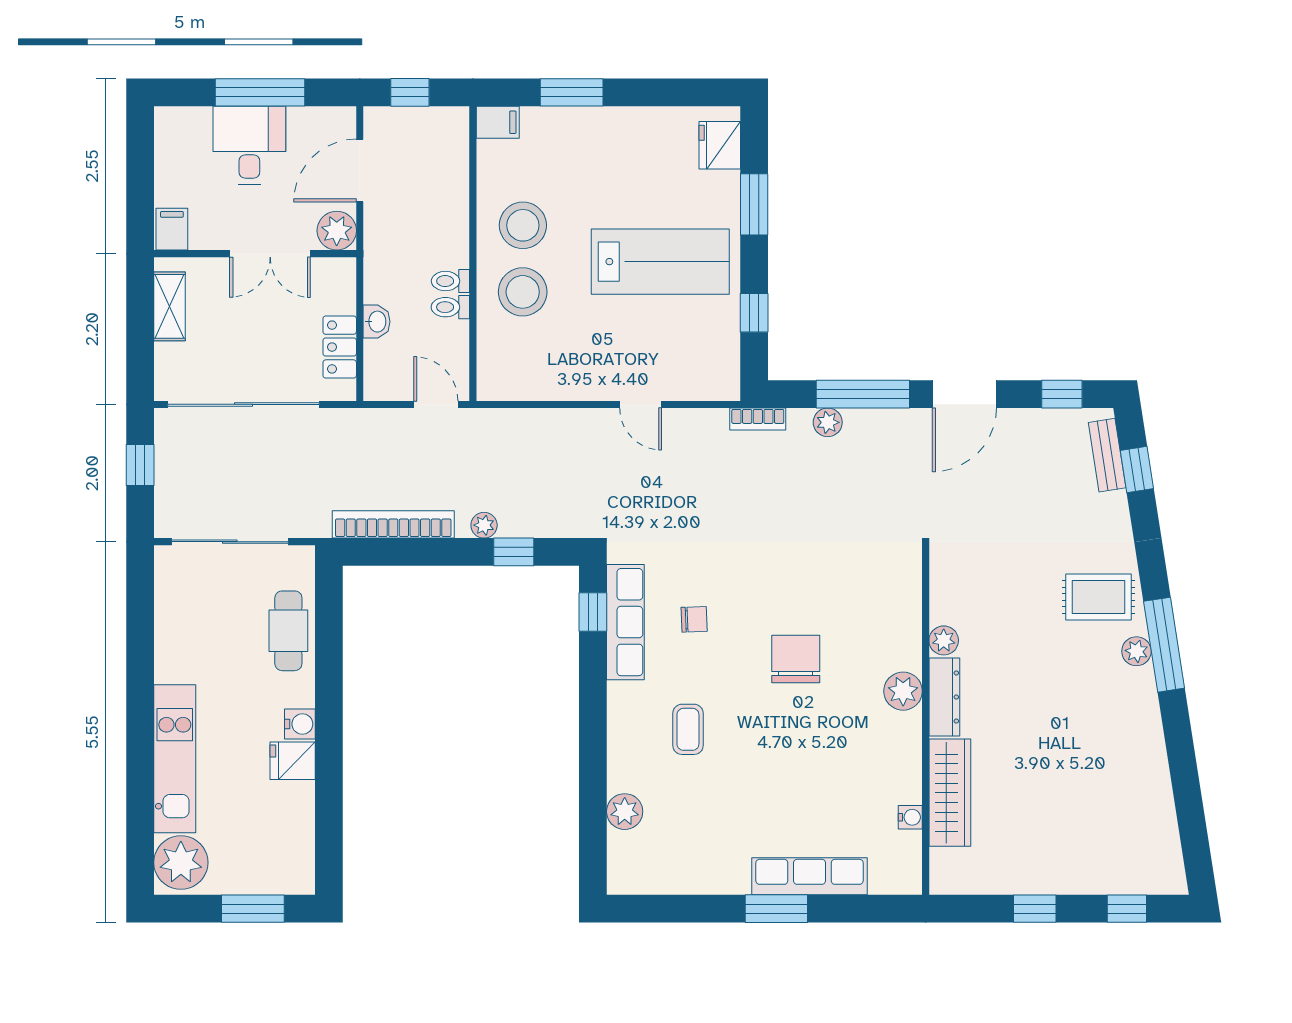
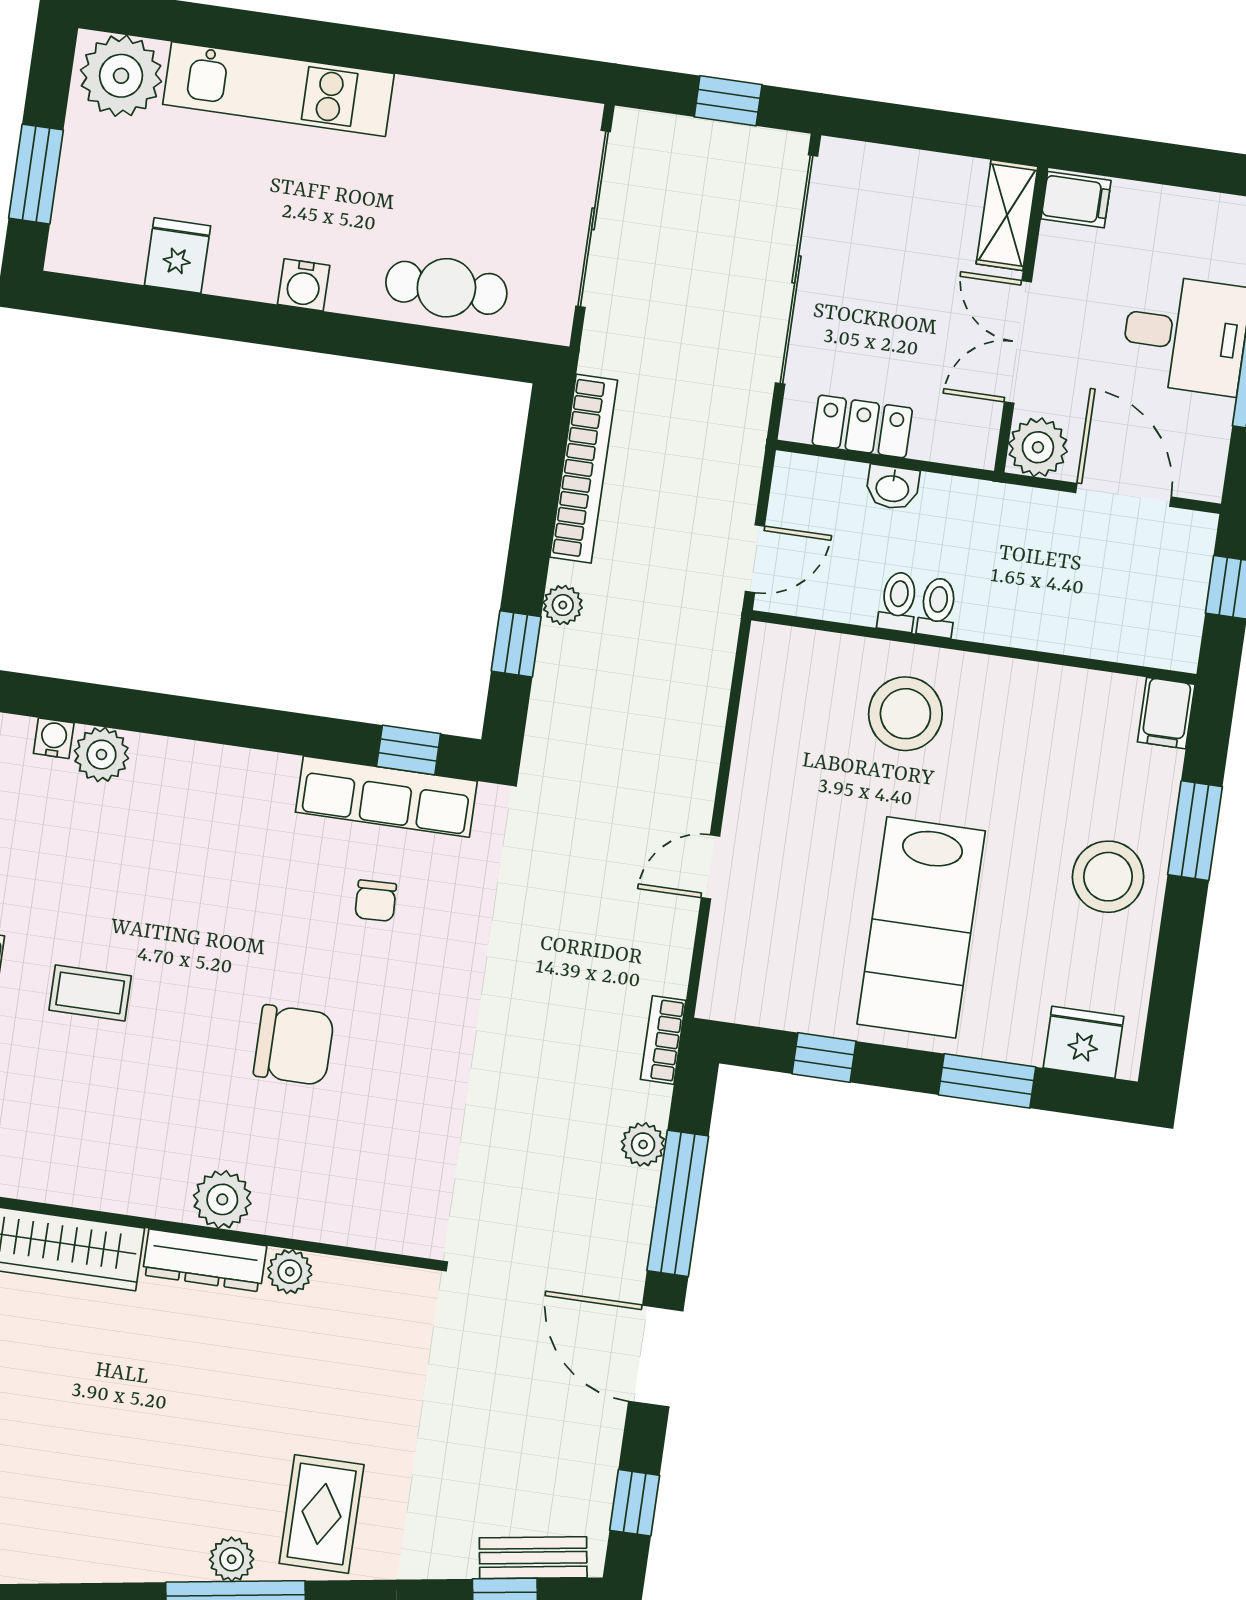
stool: (523, 225) -> (1108, 877), moved
shelving: (169, 306) -> (1007, 215), moved, turned 90
coffee table: (688, 729) -> (90, 993), moved
fridge: (293, 761) -> (178, 256), moved
water cooler: (910, 817) -> (54, 738), moved, turned 180

